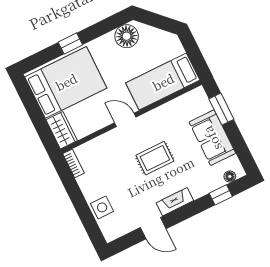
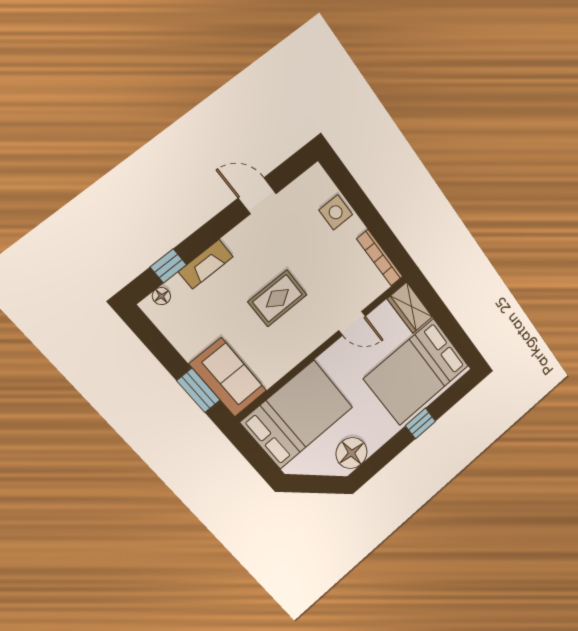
bed: (163, 82) -> (297, 415), width x1.50
door: (125, 120) -> (352, 323), moved
sofa: (212, 138) -> (228, 377), moved
bookcase: (74, 163) -> (380, 258), width x1.56
fireplace: (175, 202) -> (206, 264), moved

